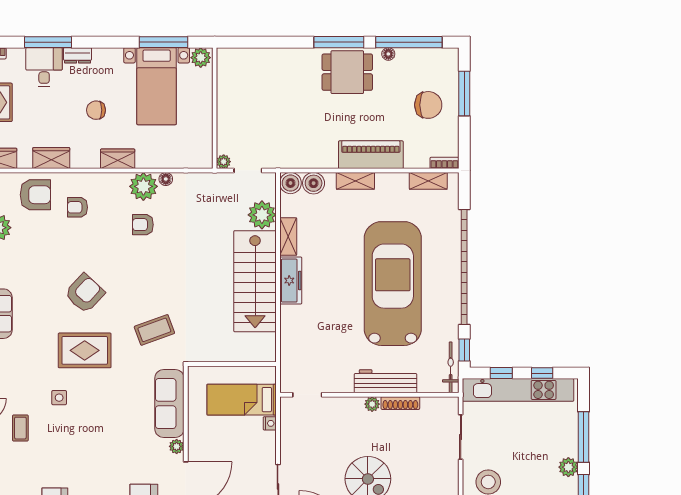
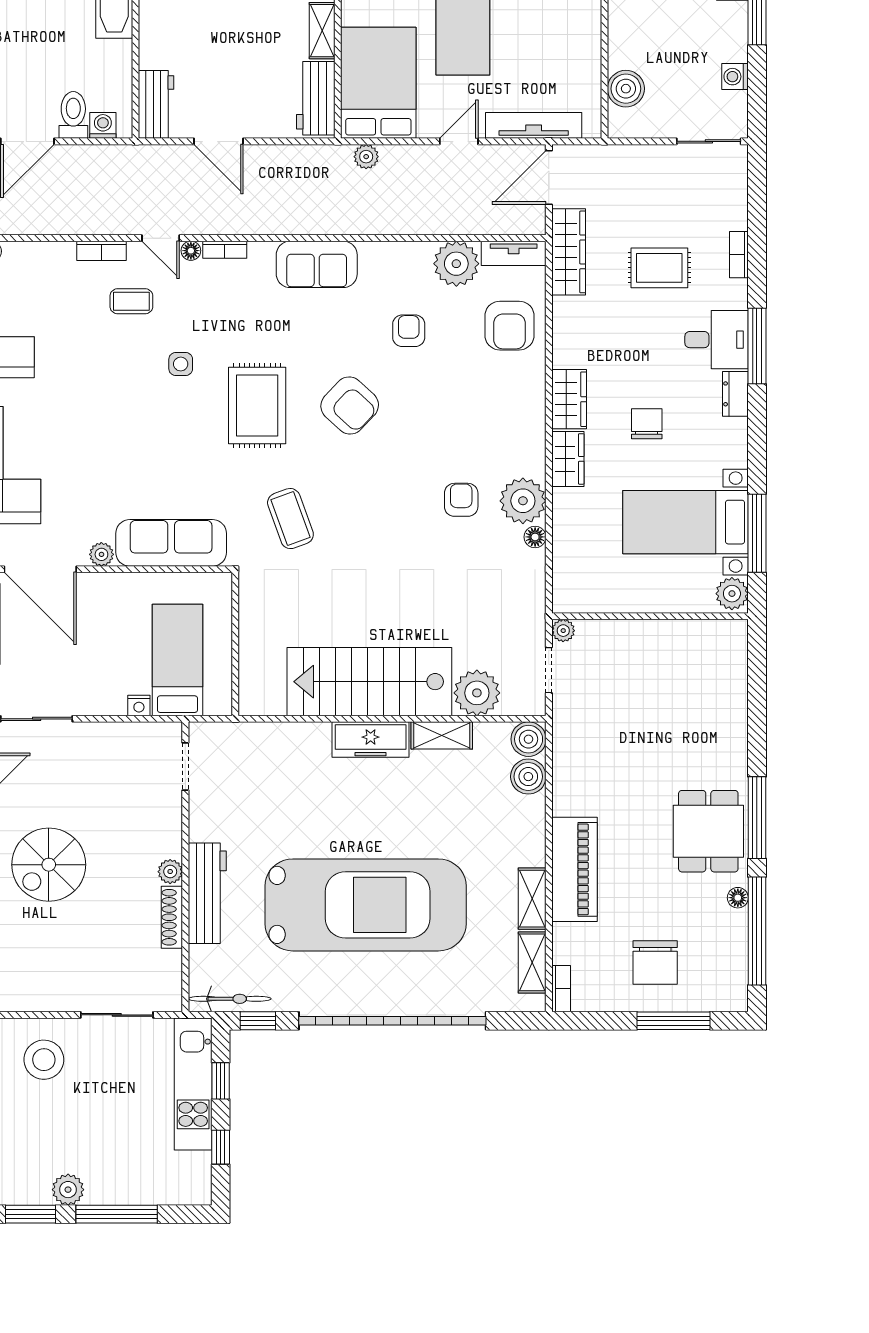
wardrobe: (51, 158) -> (569, 399), moved
shelving: (355, 181) -> (532, 899), moved
armchair: (77, 207) -> (409, 331), moved
kitchen unit: (518, 390) -> (193, 1084), width x0.73

